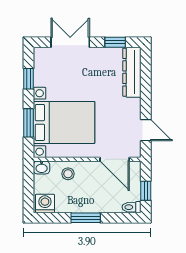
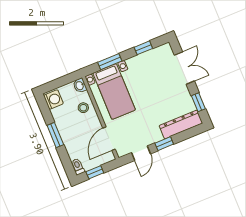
window: (146, 100) -> (164, 144), added
bed with nightstands: (64, 122) -> (114, 92), width x0.73

